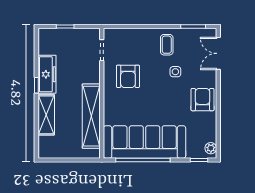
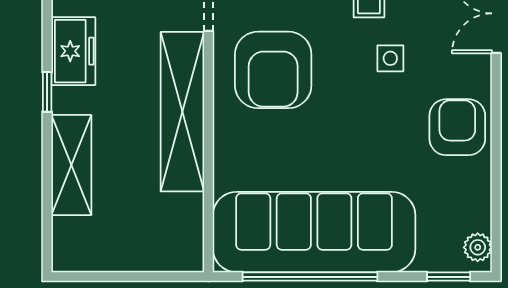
freezer: (47, 74) -> (73, 51), width x0.71
armchair: (128, 76) -> (273, 70), width x1.36, depth x1.36
shelving: (91, 116) -> (182, 112), moved

